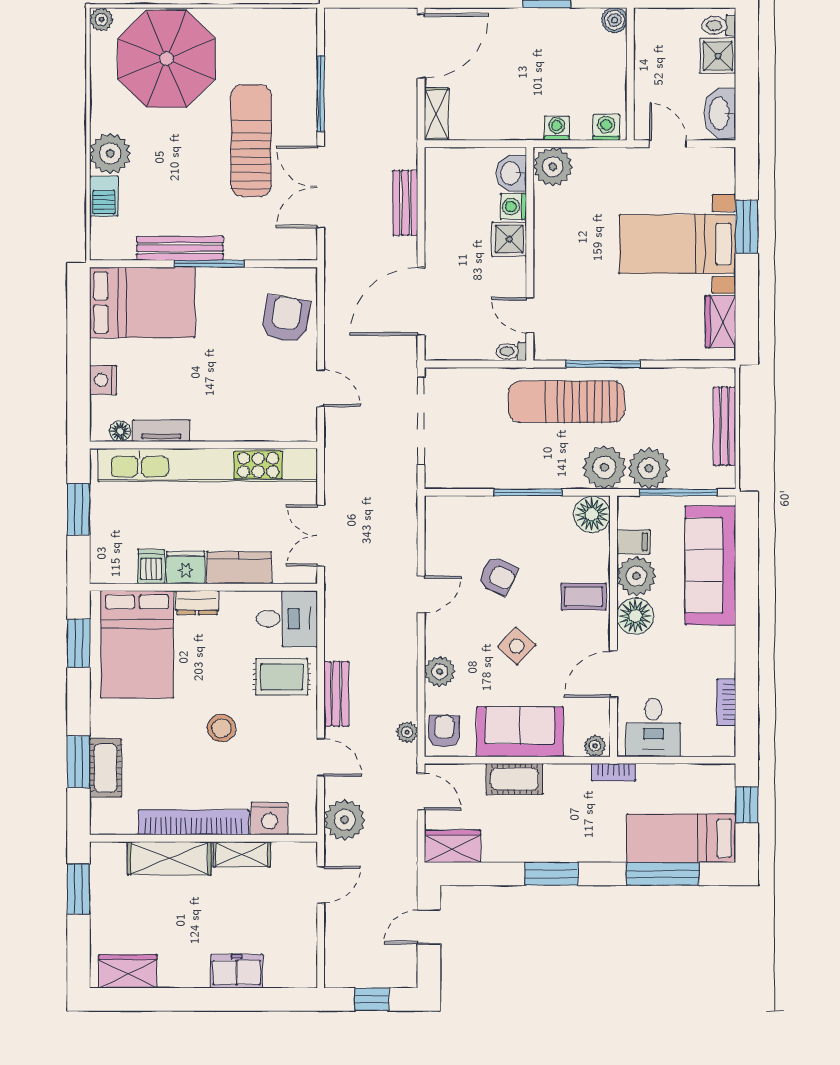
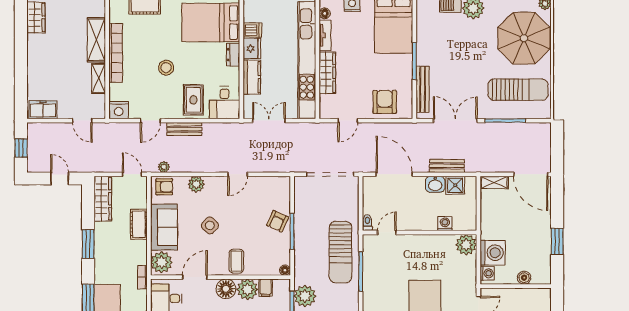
boiler: (614, 20) -> (524, 278), moved
washing machine: (557, 128) -> (493, 253), width x1.89, depth x1.89
sun lounger: (251, 140) -> (518, 90), moved
washbasin: (511, 173) -> (435, 184), moved, turned 180
shower: (509, 239) -> (455, 185), moved
bench: (180, 248) -> (423, 89), moved
armchair: (286, 319) -> (385, 102), turned -99
sun lounger: (566, 402) -> (341, 252), turned 180
wardrobe: (231, 426) -> (327, 73), added
plant: (604, 467) -> (305, 272), removed
floor lamp: (592, 514) -> (285, 270), width x0.53, depth x0.53
armchair: (498, 576) -> (277, 221), moved
door: (421, 594) -> (238, 174), hinge flipped
door: (613, 674) -> (195, 277), hinge flipped
plant: (595, 746) -> (162, 262), width x1.87, depth x1.87
door: (421, 792) -> (132, 174), swing flipped
nightstand: (269, 819) -> (119, 110), moved, turned -90
plant: (345, 820) -> (117, 133), removed
wardrobe: (453, 846) -> (103, 199), width x1.50
freezer: (237, 971) -> (43, 110), moved, turned -90

